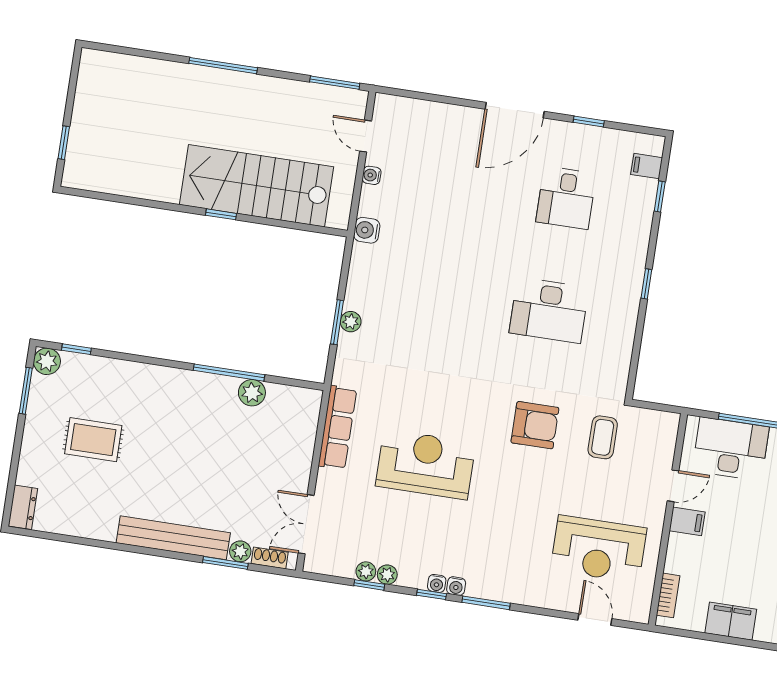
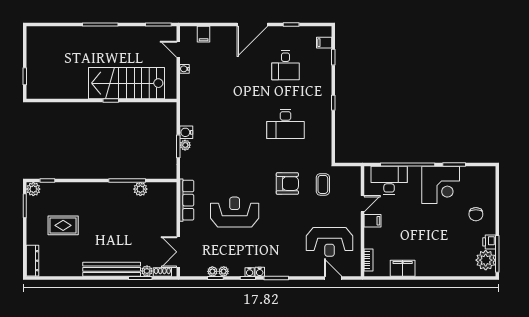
filing cabinet: (418, 114) -> (204, 34), added
water cooler: (367, 230) -> (186, 132), moved
dresser: (23, 507) -> (33, 261), width x1.44

